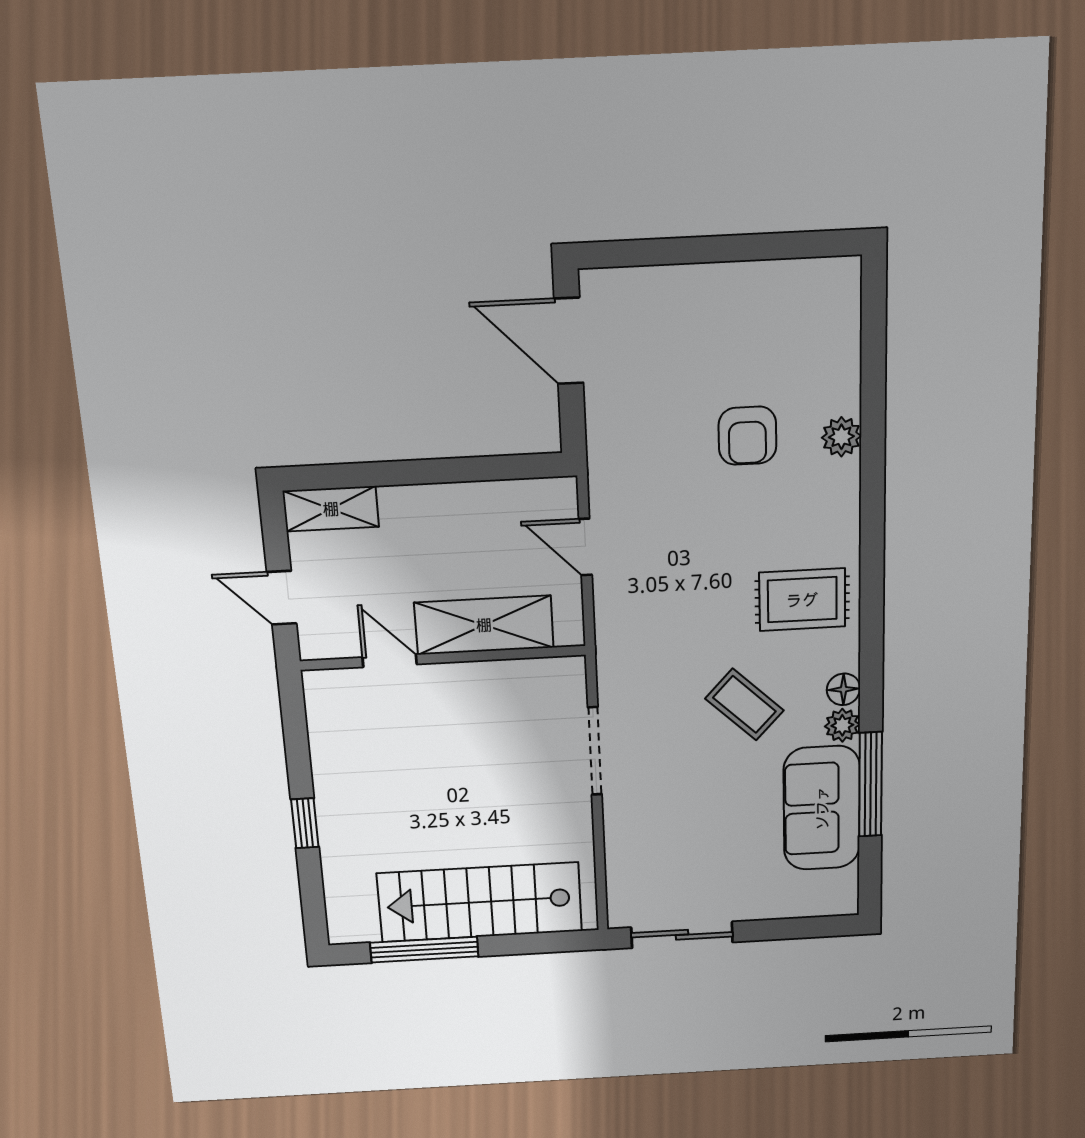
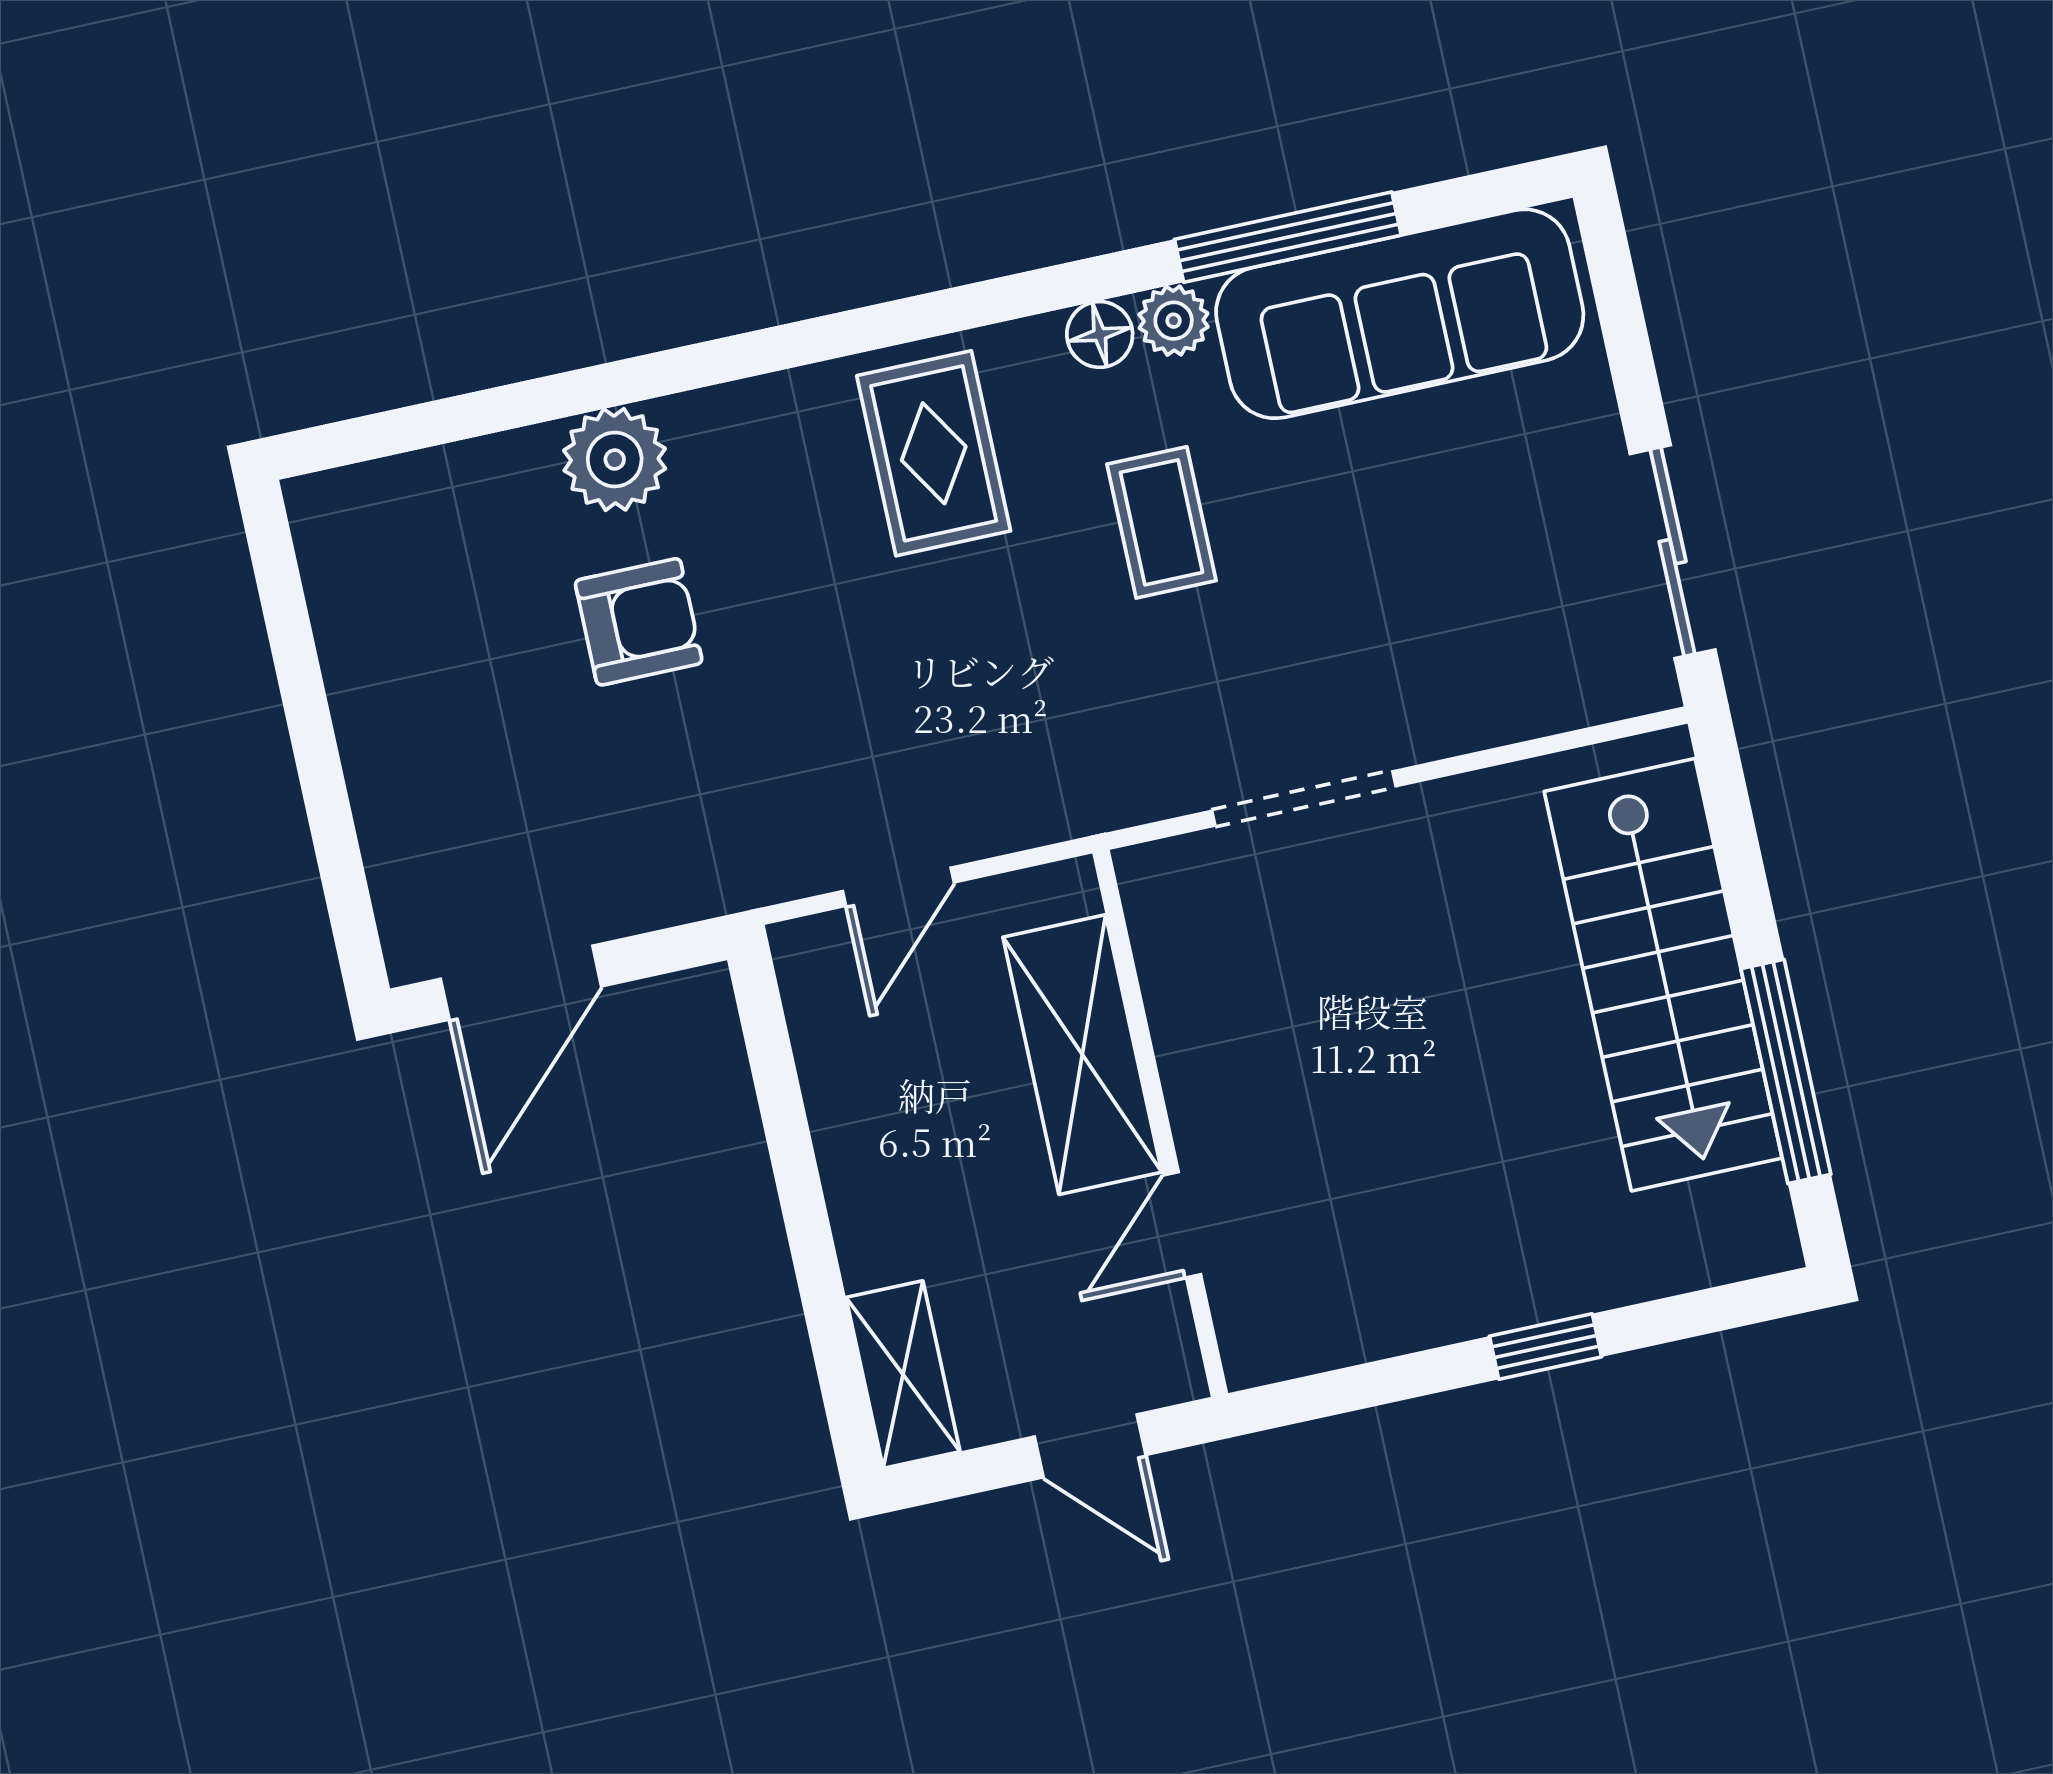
plant: (841, 437) -> (615, 460), width x1.38, depth x1.38
door: (282, 598) -> (1090, 1446), hinge flipped
coffee table: (744, 705) -> (1162, 522), turned -43
sofa: (822, 808) -> (1400, 314), width x1.36

